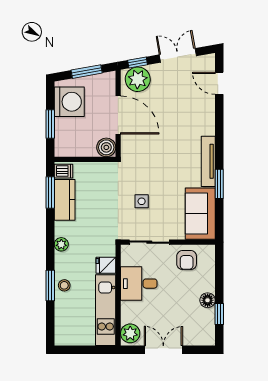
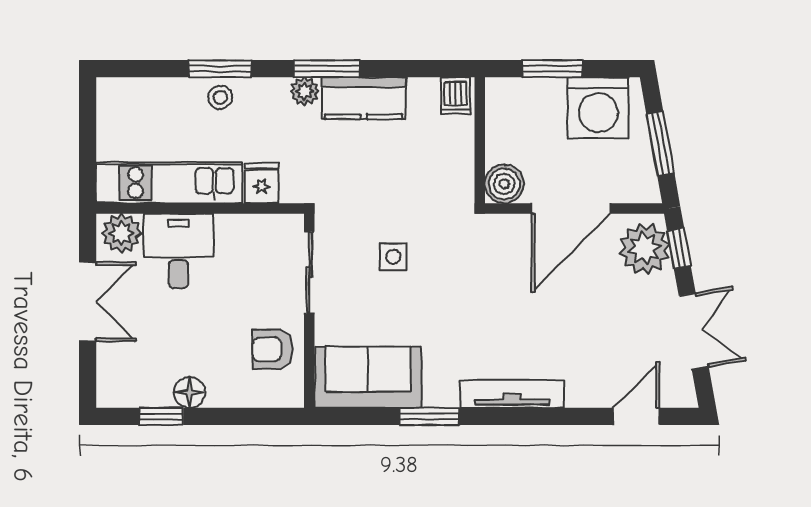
tv unit: (208, 161) -> (512, 394), moved
window: (50, 192) -> (327, 69), moved
kitchen counter: (65, 200) -> (364, 98), moved
desk: (139, 284) -> (178, 251), moved

